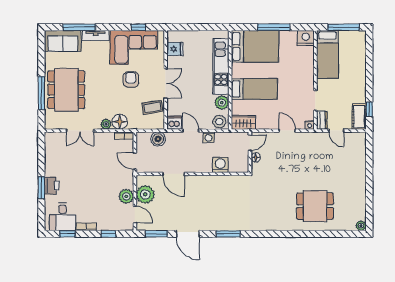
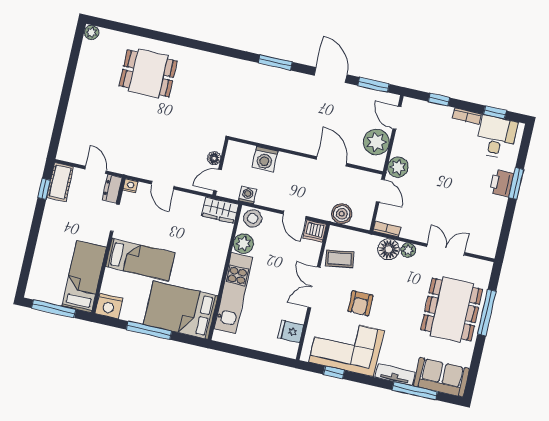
bed: (254, 89) -> (140, 260), moved, turned 180
washing machine: (208, 137) -> (248, 195), moved
plant: (126, 196) -> (398, 167), moved

